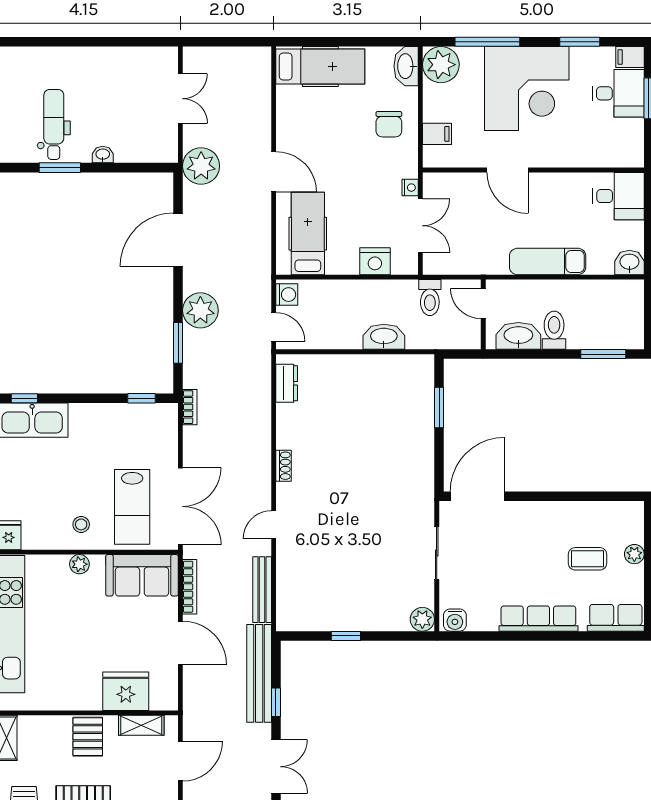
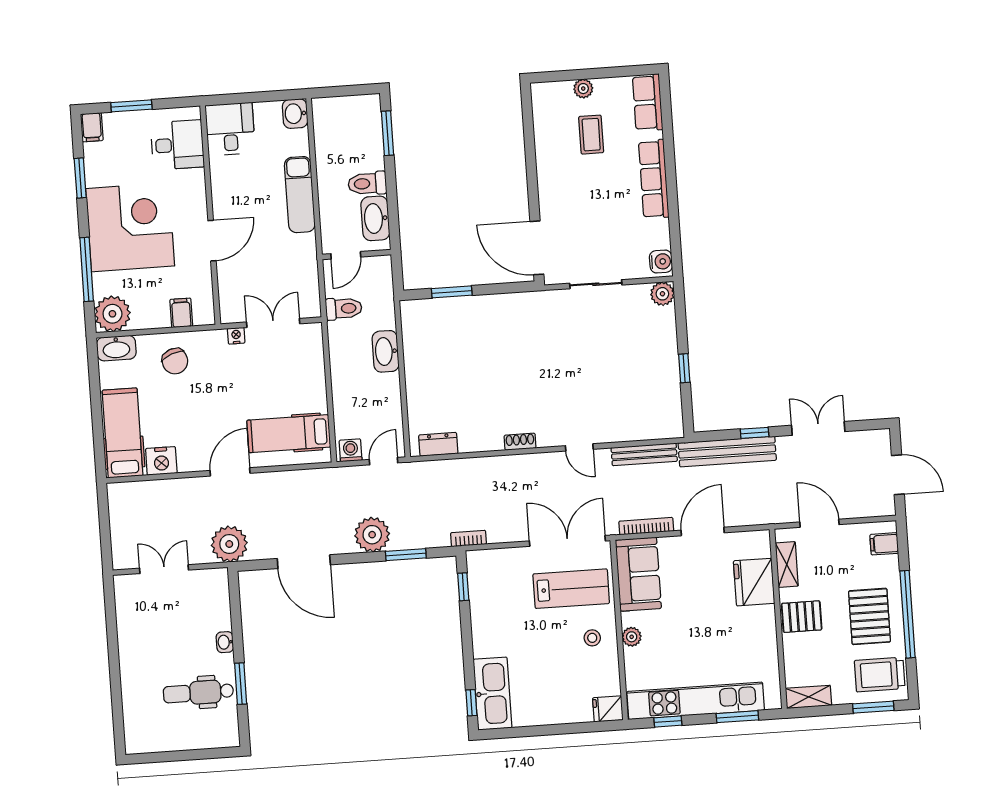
desk: (618, 93) -> (177, 145), moved, turned 90
chair: (389, 124) -> (175, 361), turned 69
nightstand: (375, 261) -> (161, 461), moved, turned 90

